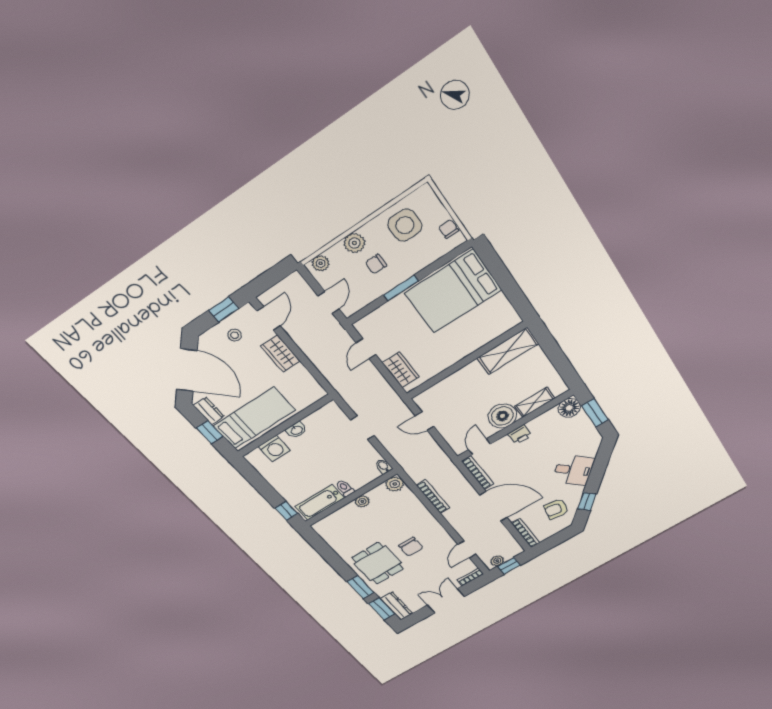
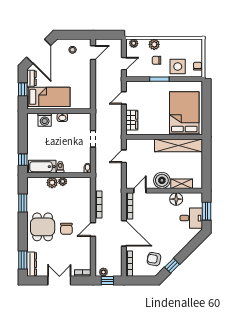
side table: (405, 225) -> (178, 67), moved
bed: (453, 292) -> (184, 113), moved, turned 90
window: (224, 310) -> (77, 35), removed
shelving: (508, 351) -> (179, 145), width x1.47
wardrobe: (281, 354) -> (85, 73), removed
floor lamp: (569, 408) -> (176, 199), moved
door: (425, 421) -> (124, 156), hinge flipped
printer: (520, 435) -> (163, 198), removed
desk: (573, 470) -> (191, 218), moved, turned -45
plant: (395, 484) -> (52, 183), moved
door: (467, 549) -> (93, 229), moved
window: (360, 587) -> (23, 203), moved

